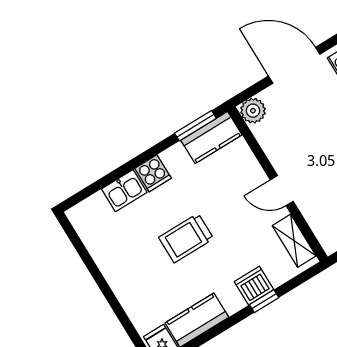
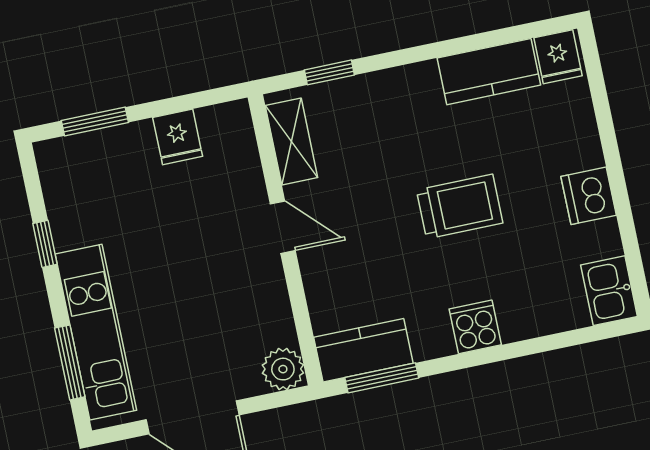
kitchen sink: (124, 191) -> (609, 291), moved, turned -90
dishwasher: (254, 286) -> (589, 196), moved, turned 90
window: (264, 301) -> (329, 72), moved

